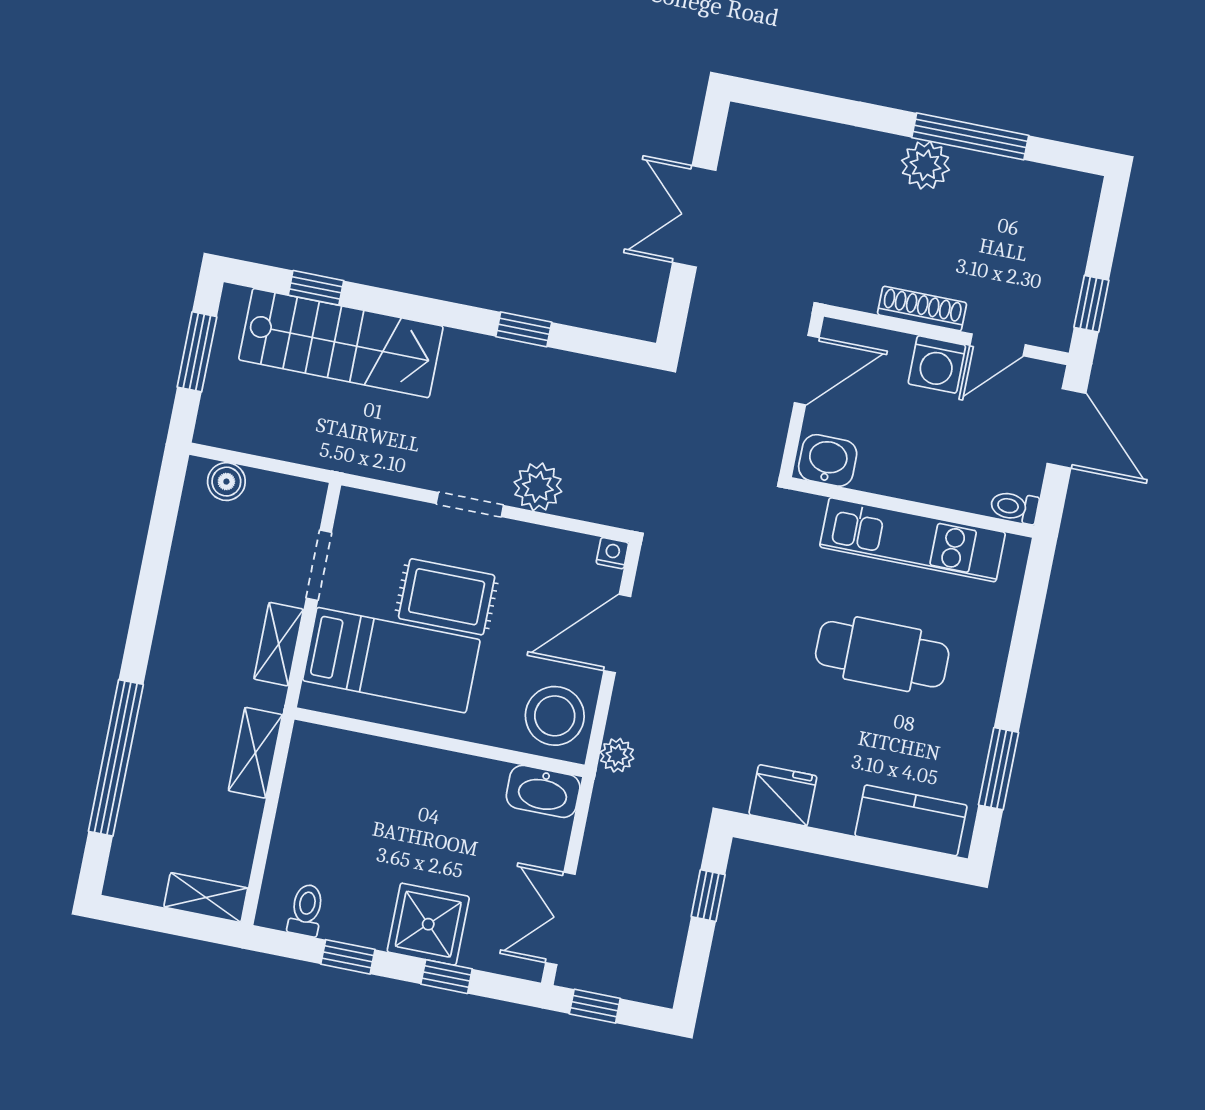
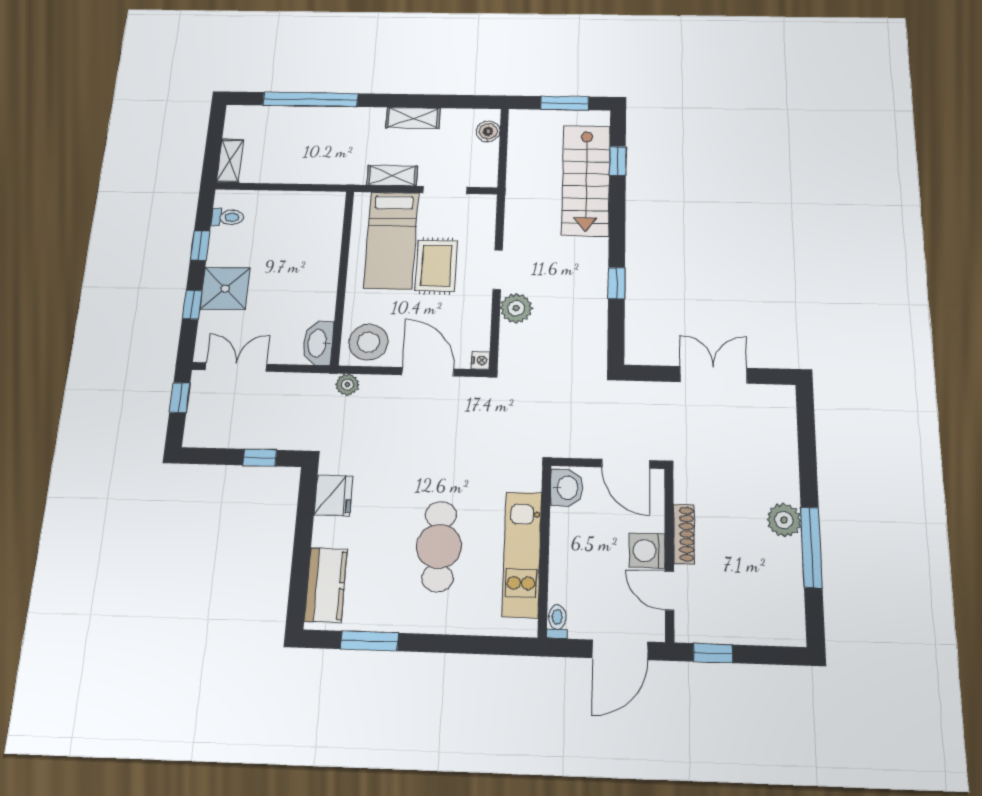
shelving: (255, 753) -> (413, 118), moved

